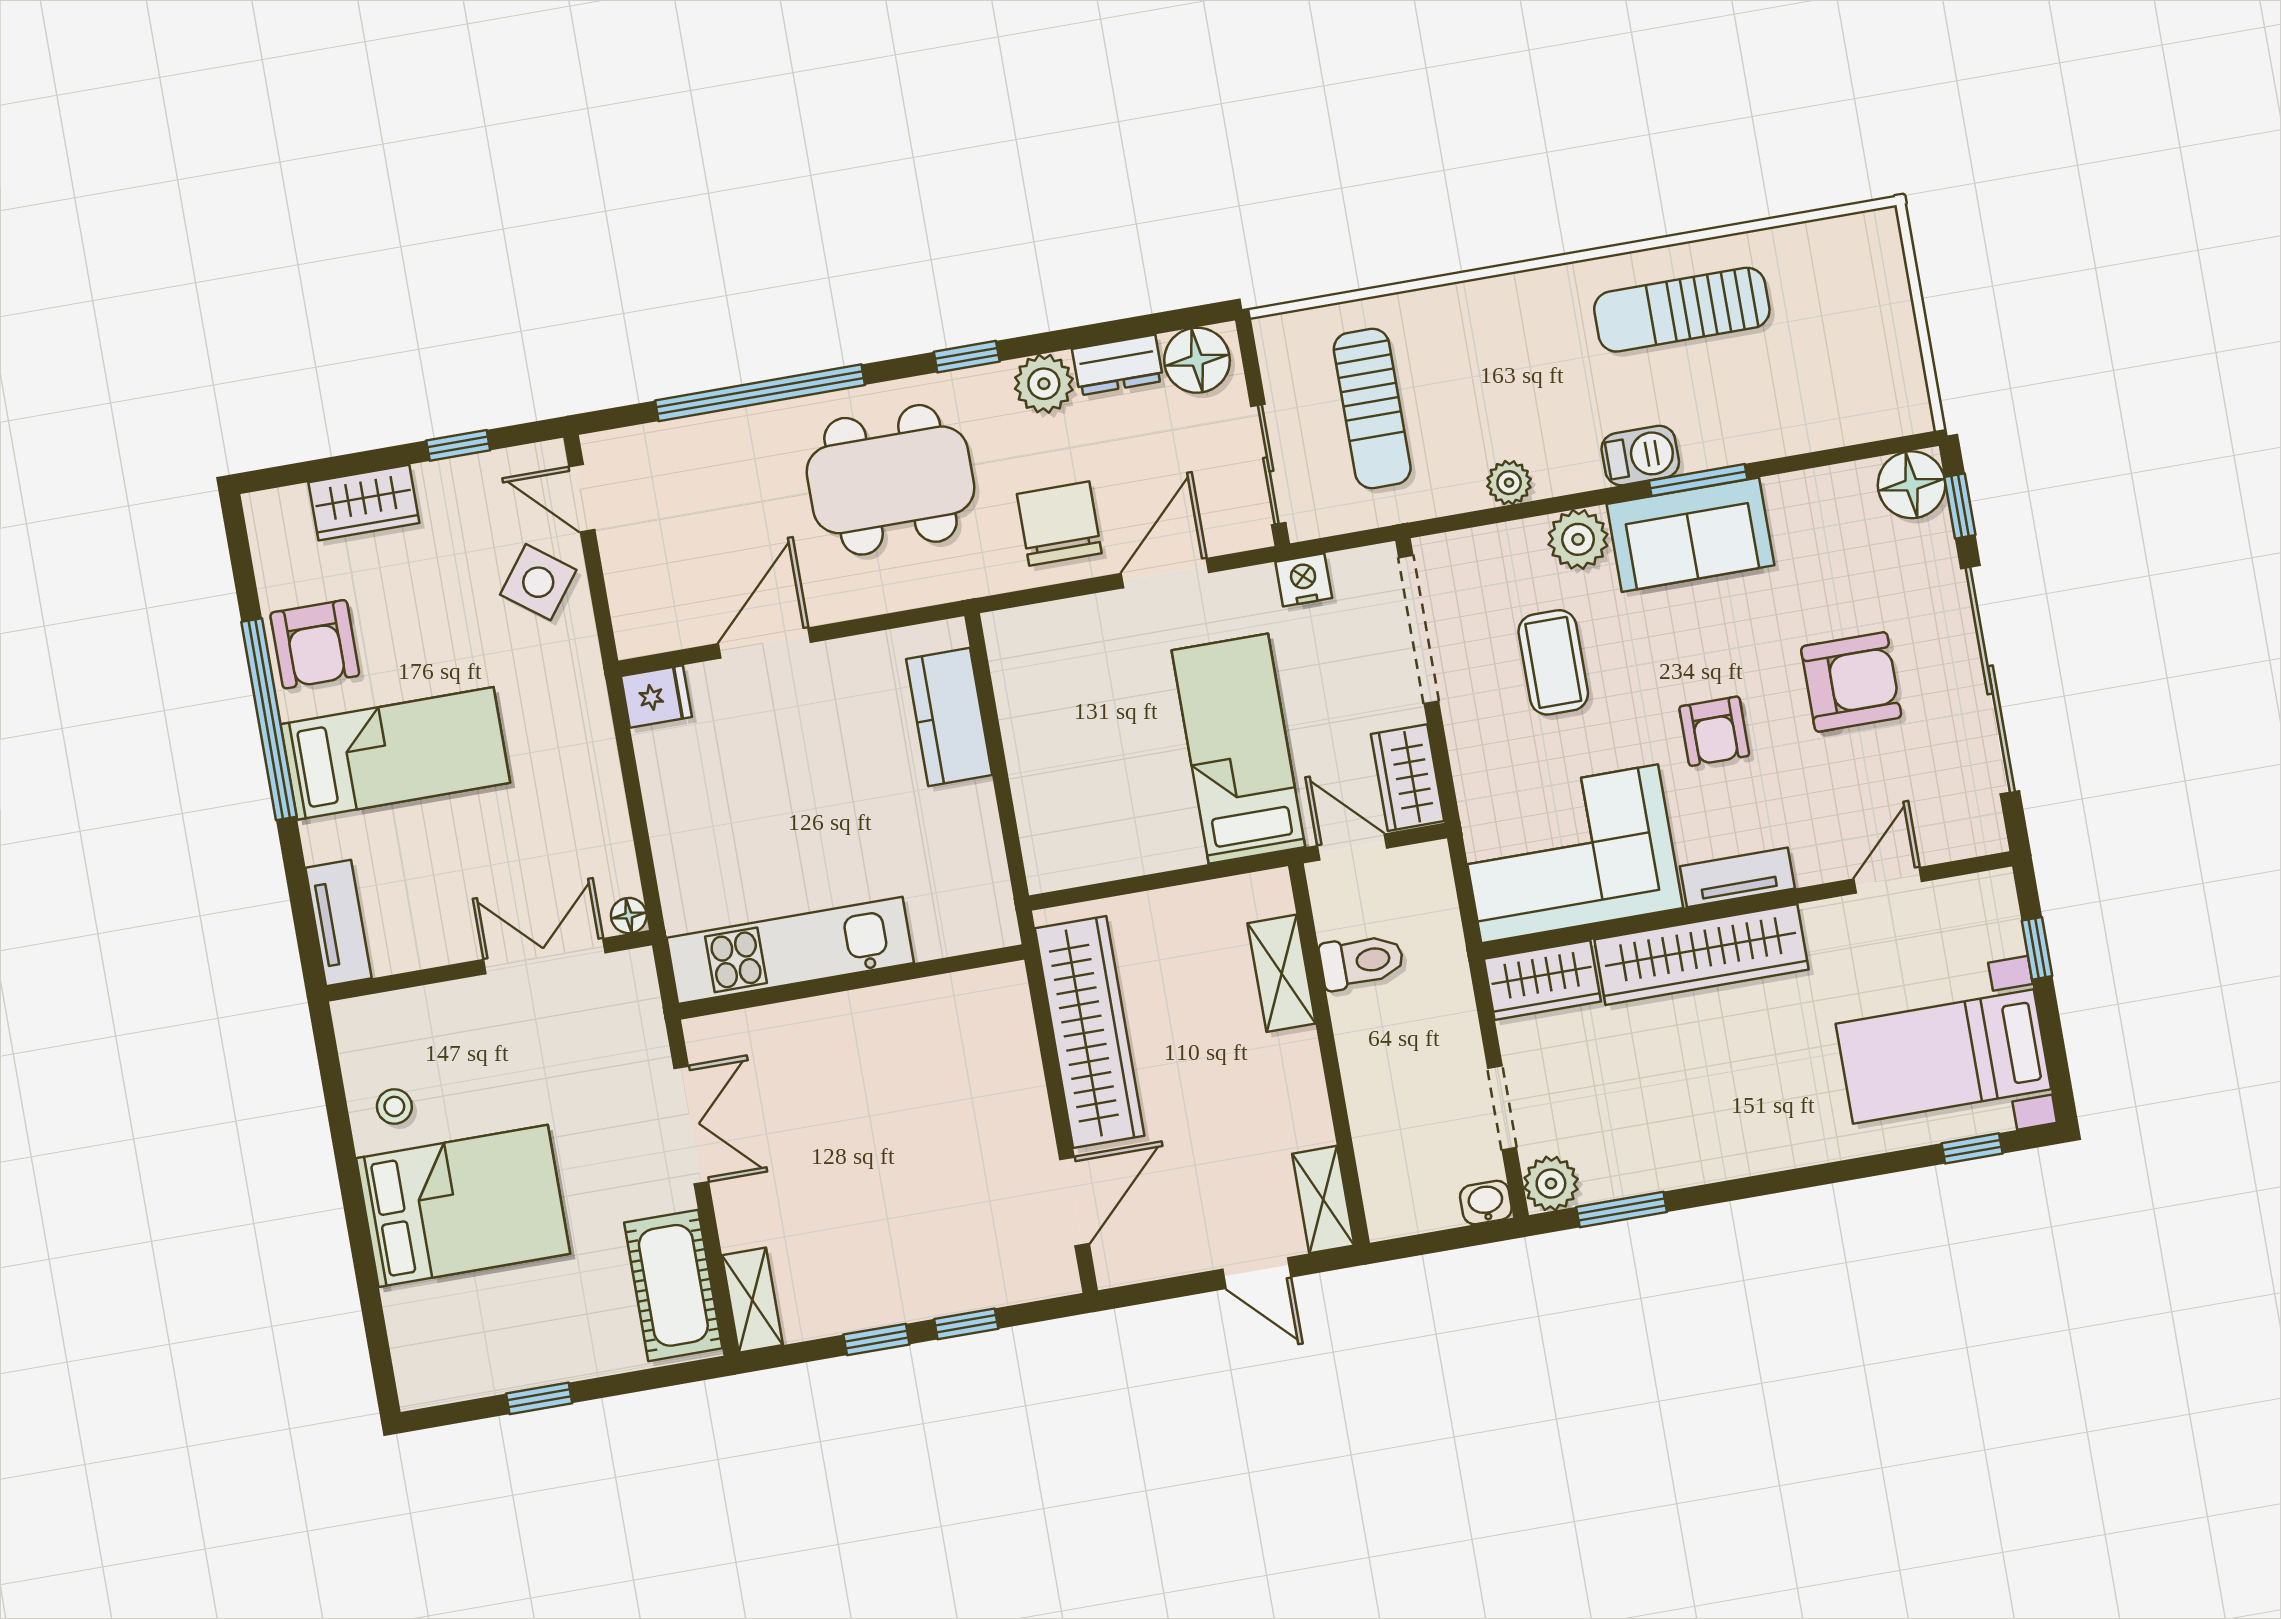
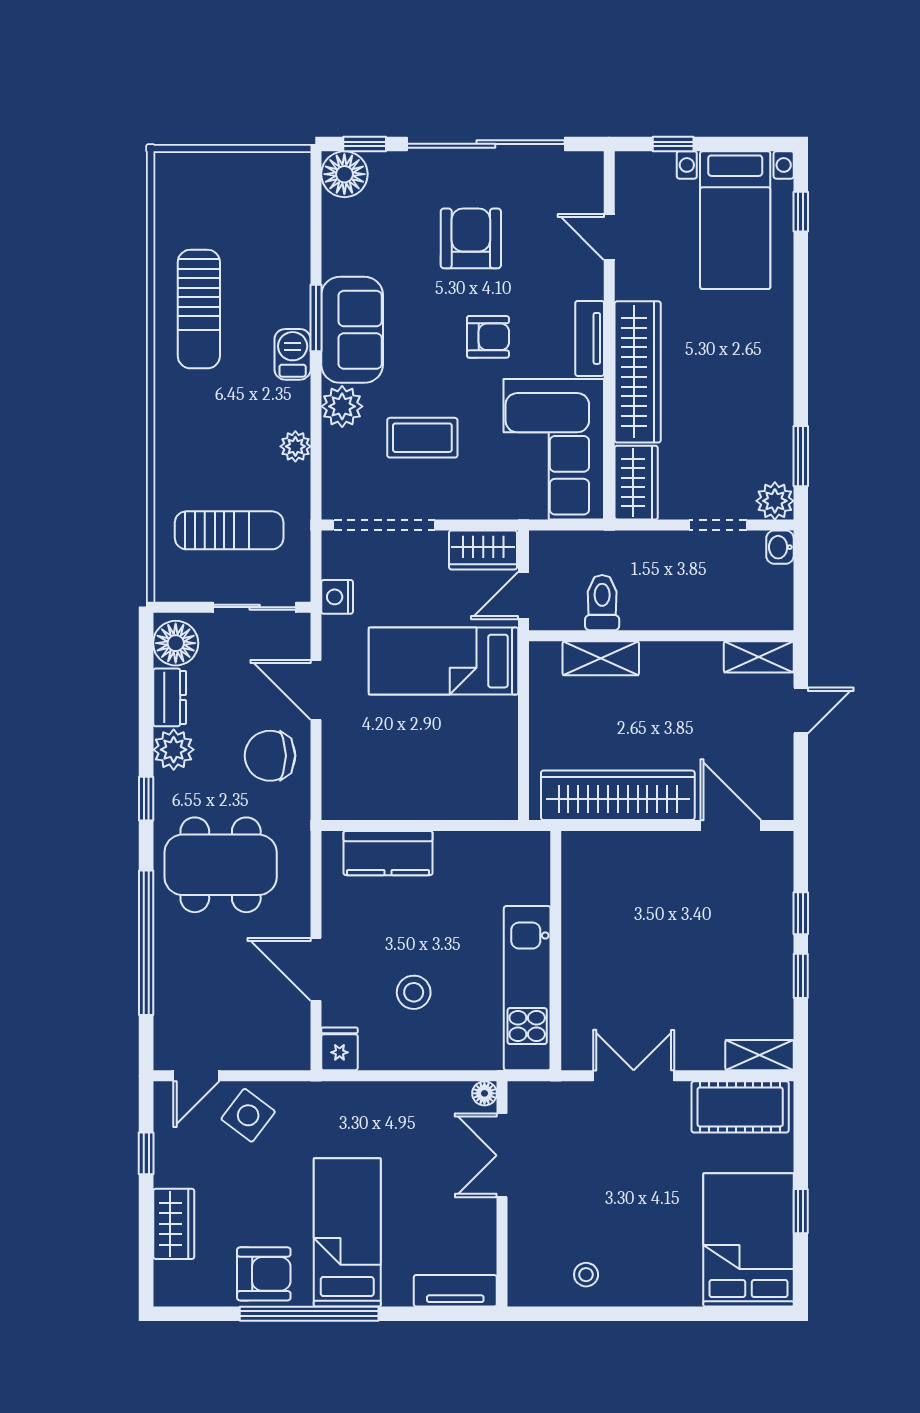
dining table: (890, 480) -> (221, 865), turned 90
stool: (756, 789) -> (414, 992), added
bed: (463, 1206) -> (749, 1240), moved

